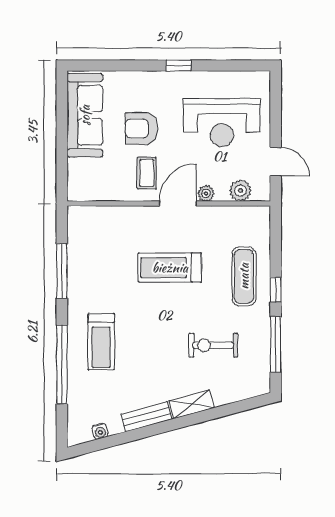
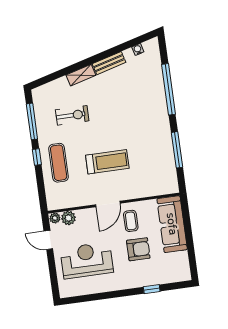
window: (179, 65) -> (152, 289), moved
sofa: (85, 115) -> (172, 224), moved
plant: (206, 193) -> (55, 218), moved
treadmill: (101, 342) -> (145, 108), removed

